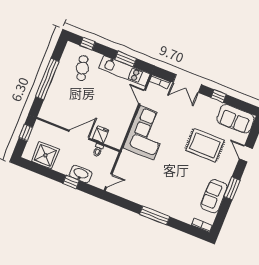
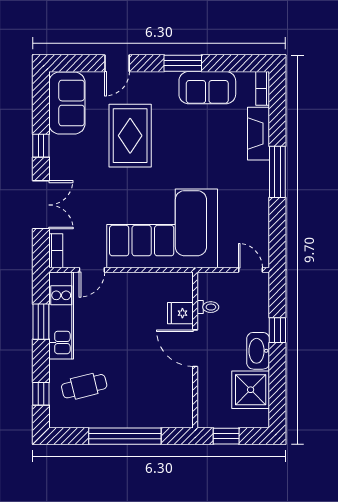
corner sofa: (147, 133) -> (162, 228), width x1.36, depth x1.36
washbasin: (81, 174) -> (258, 351), moved
fireplace: (179, 214) -> (259, 134), added

